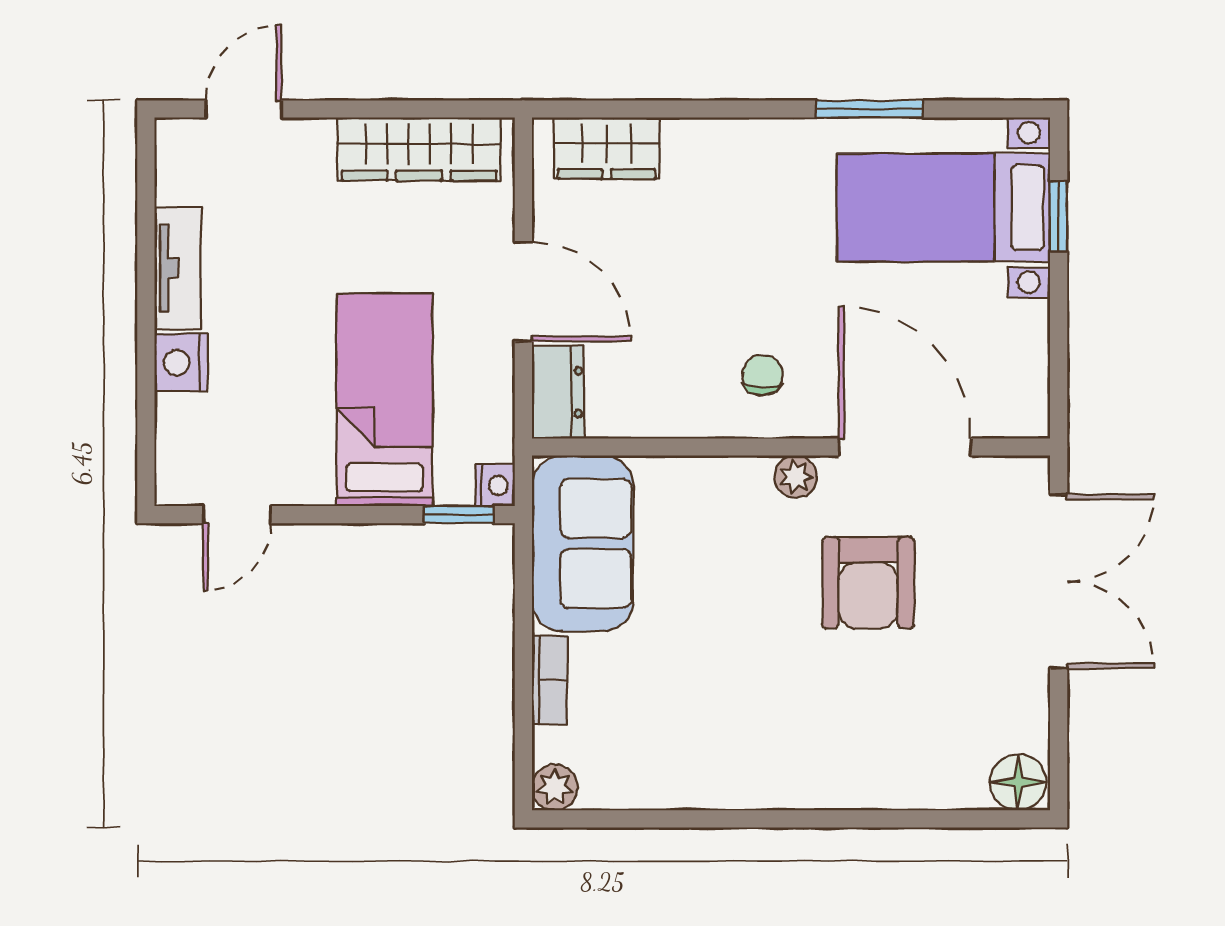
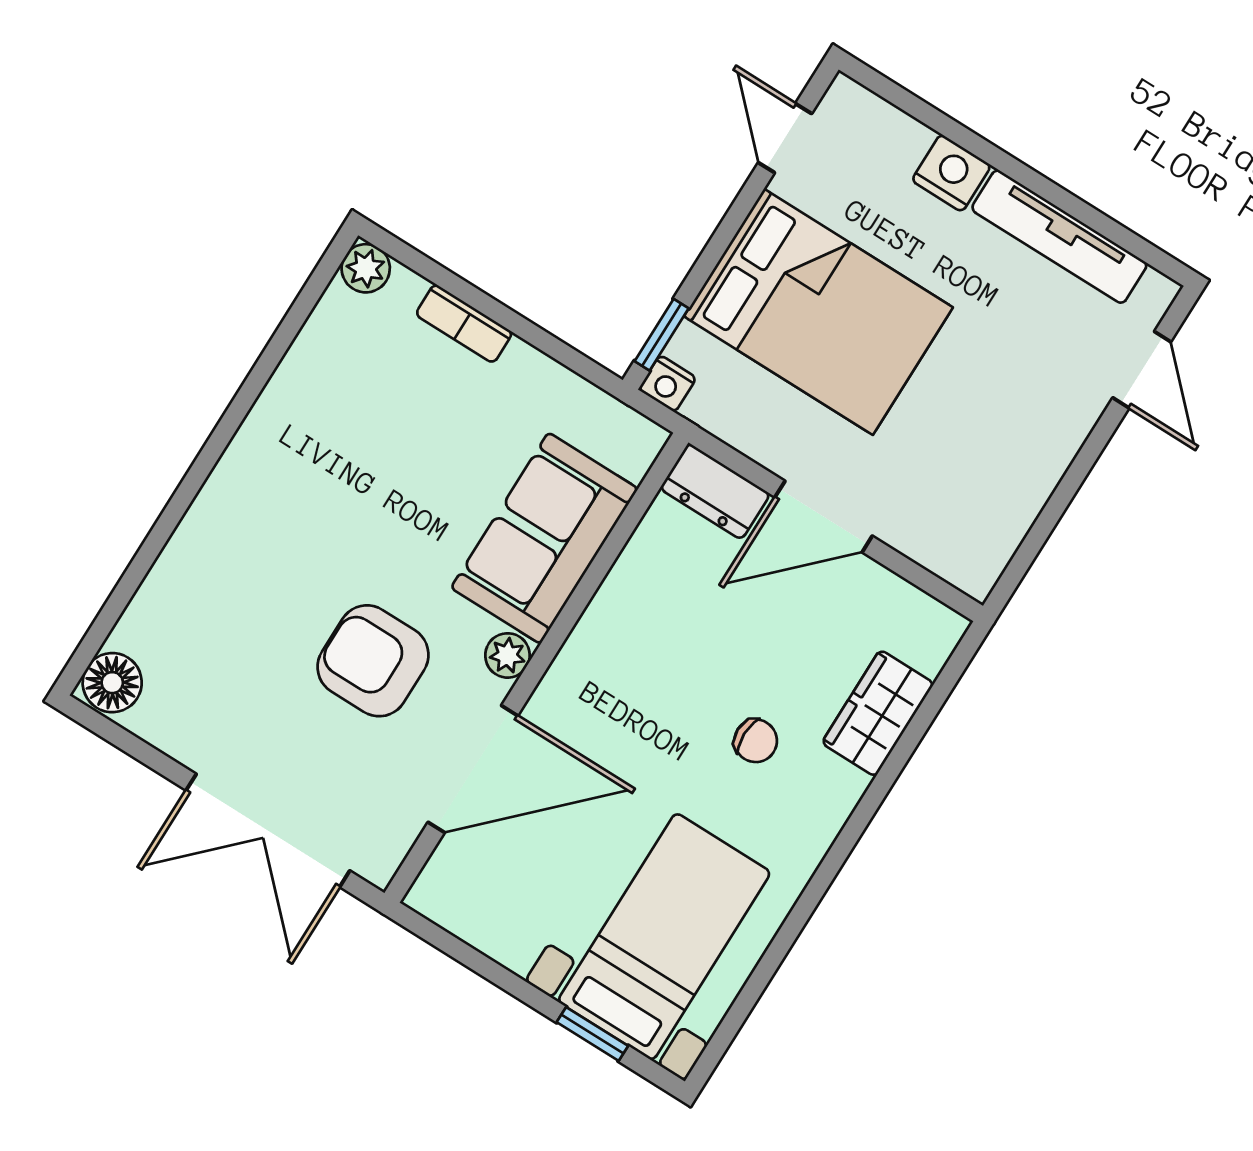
window: (870, 109) -> (793, 926), removed
wardrobe: (607, 148) -> (878, 713), moved
wardrobe: (419, 149) -> (1008, 503), removed
tv unit: (178, 268) -> (1059, 237), width x1.41
chair: (763, 375) -> (756, 741), moved
bed: (385, 400) -> (818, 312), width x1.50
sofa: (583, 543) -> (544, 538), moved, turned 90

